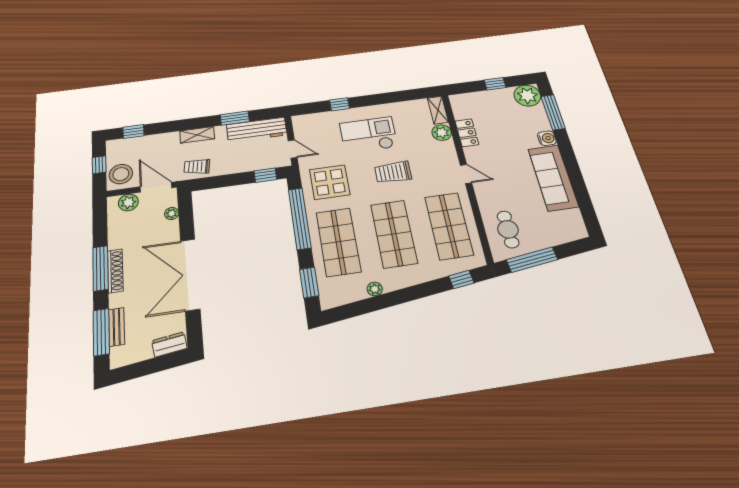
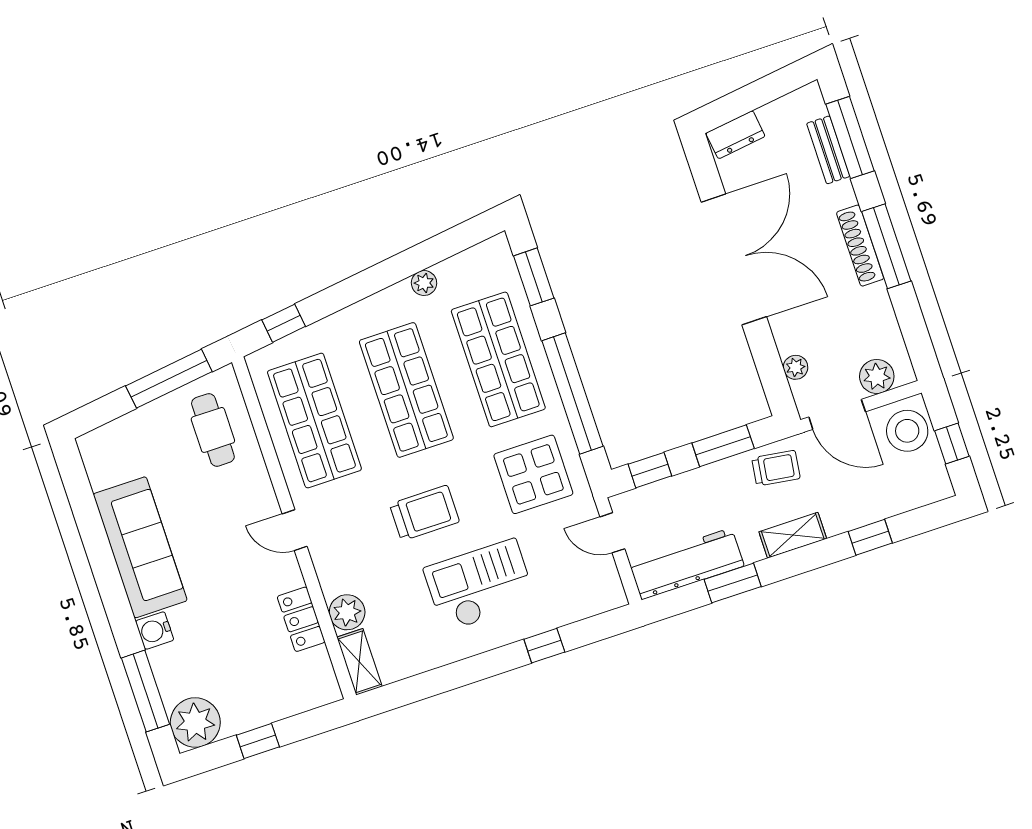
window: (134, 132) -> (870, 537), moved
checkout: (369, 135) -> (480, 585), turned 180
window: (222, 181) -> (723, 446), added

